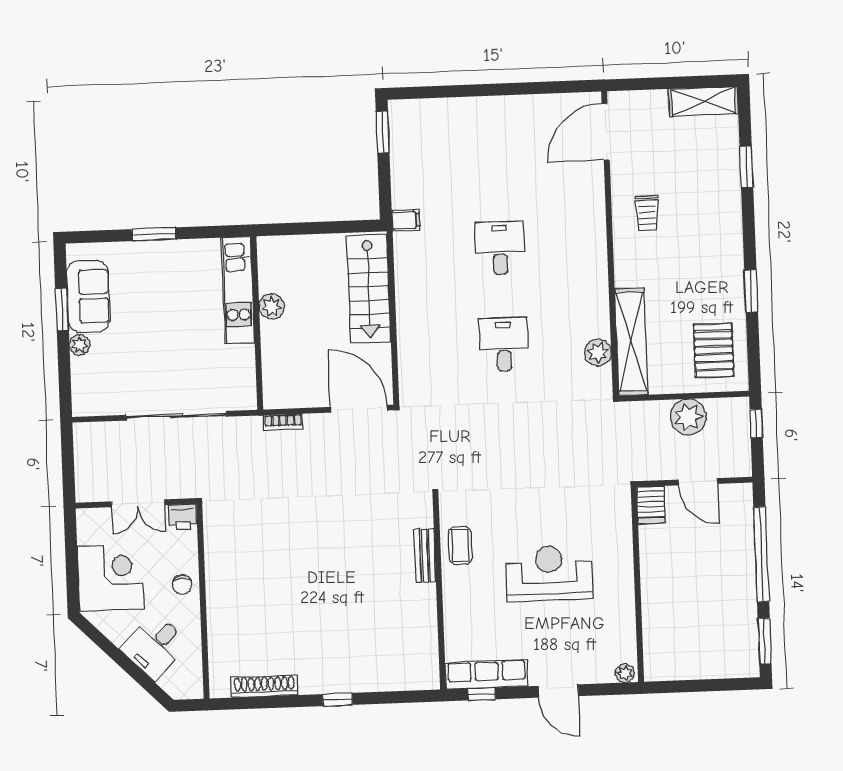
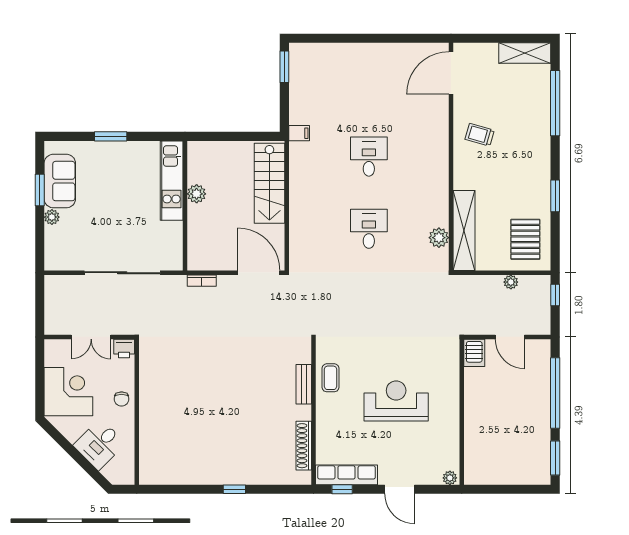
window: (746, 167) -> (555, 103), width x2.11
trolley: (647, 213) -> (480, 135), turned 106
plant: (688, 417) -> (511, 282), width x0.53, depth x0.53
shoe rack: (264, 686) -> (304, 446), moved, turned -90

